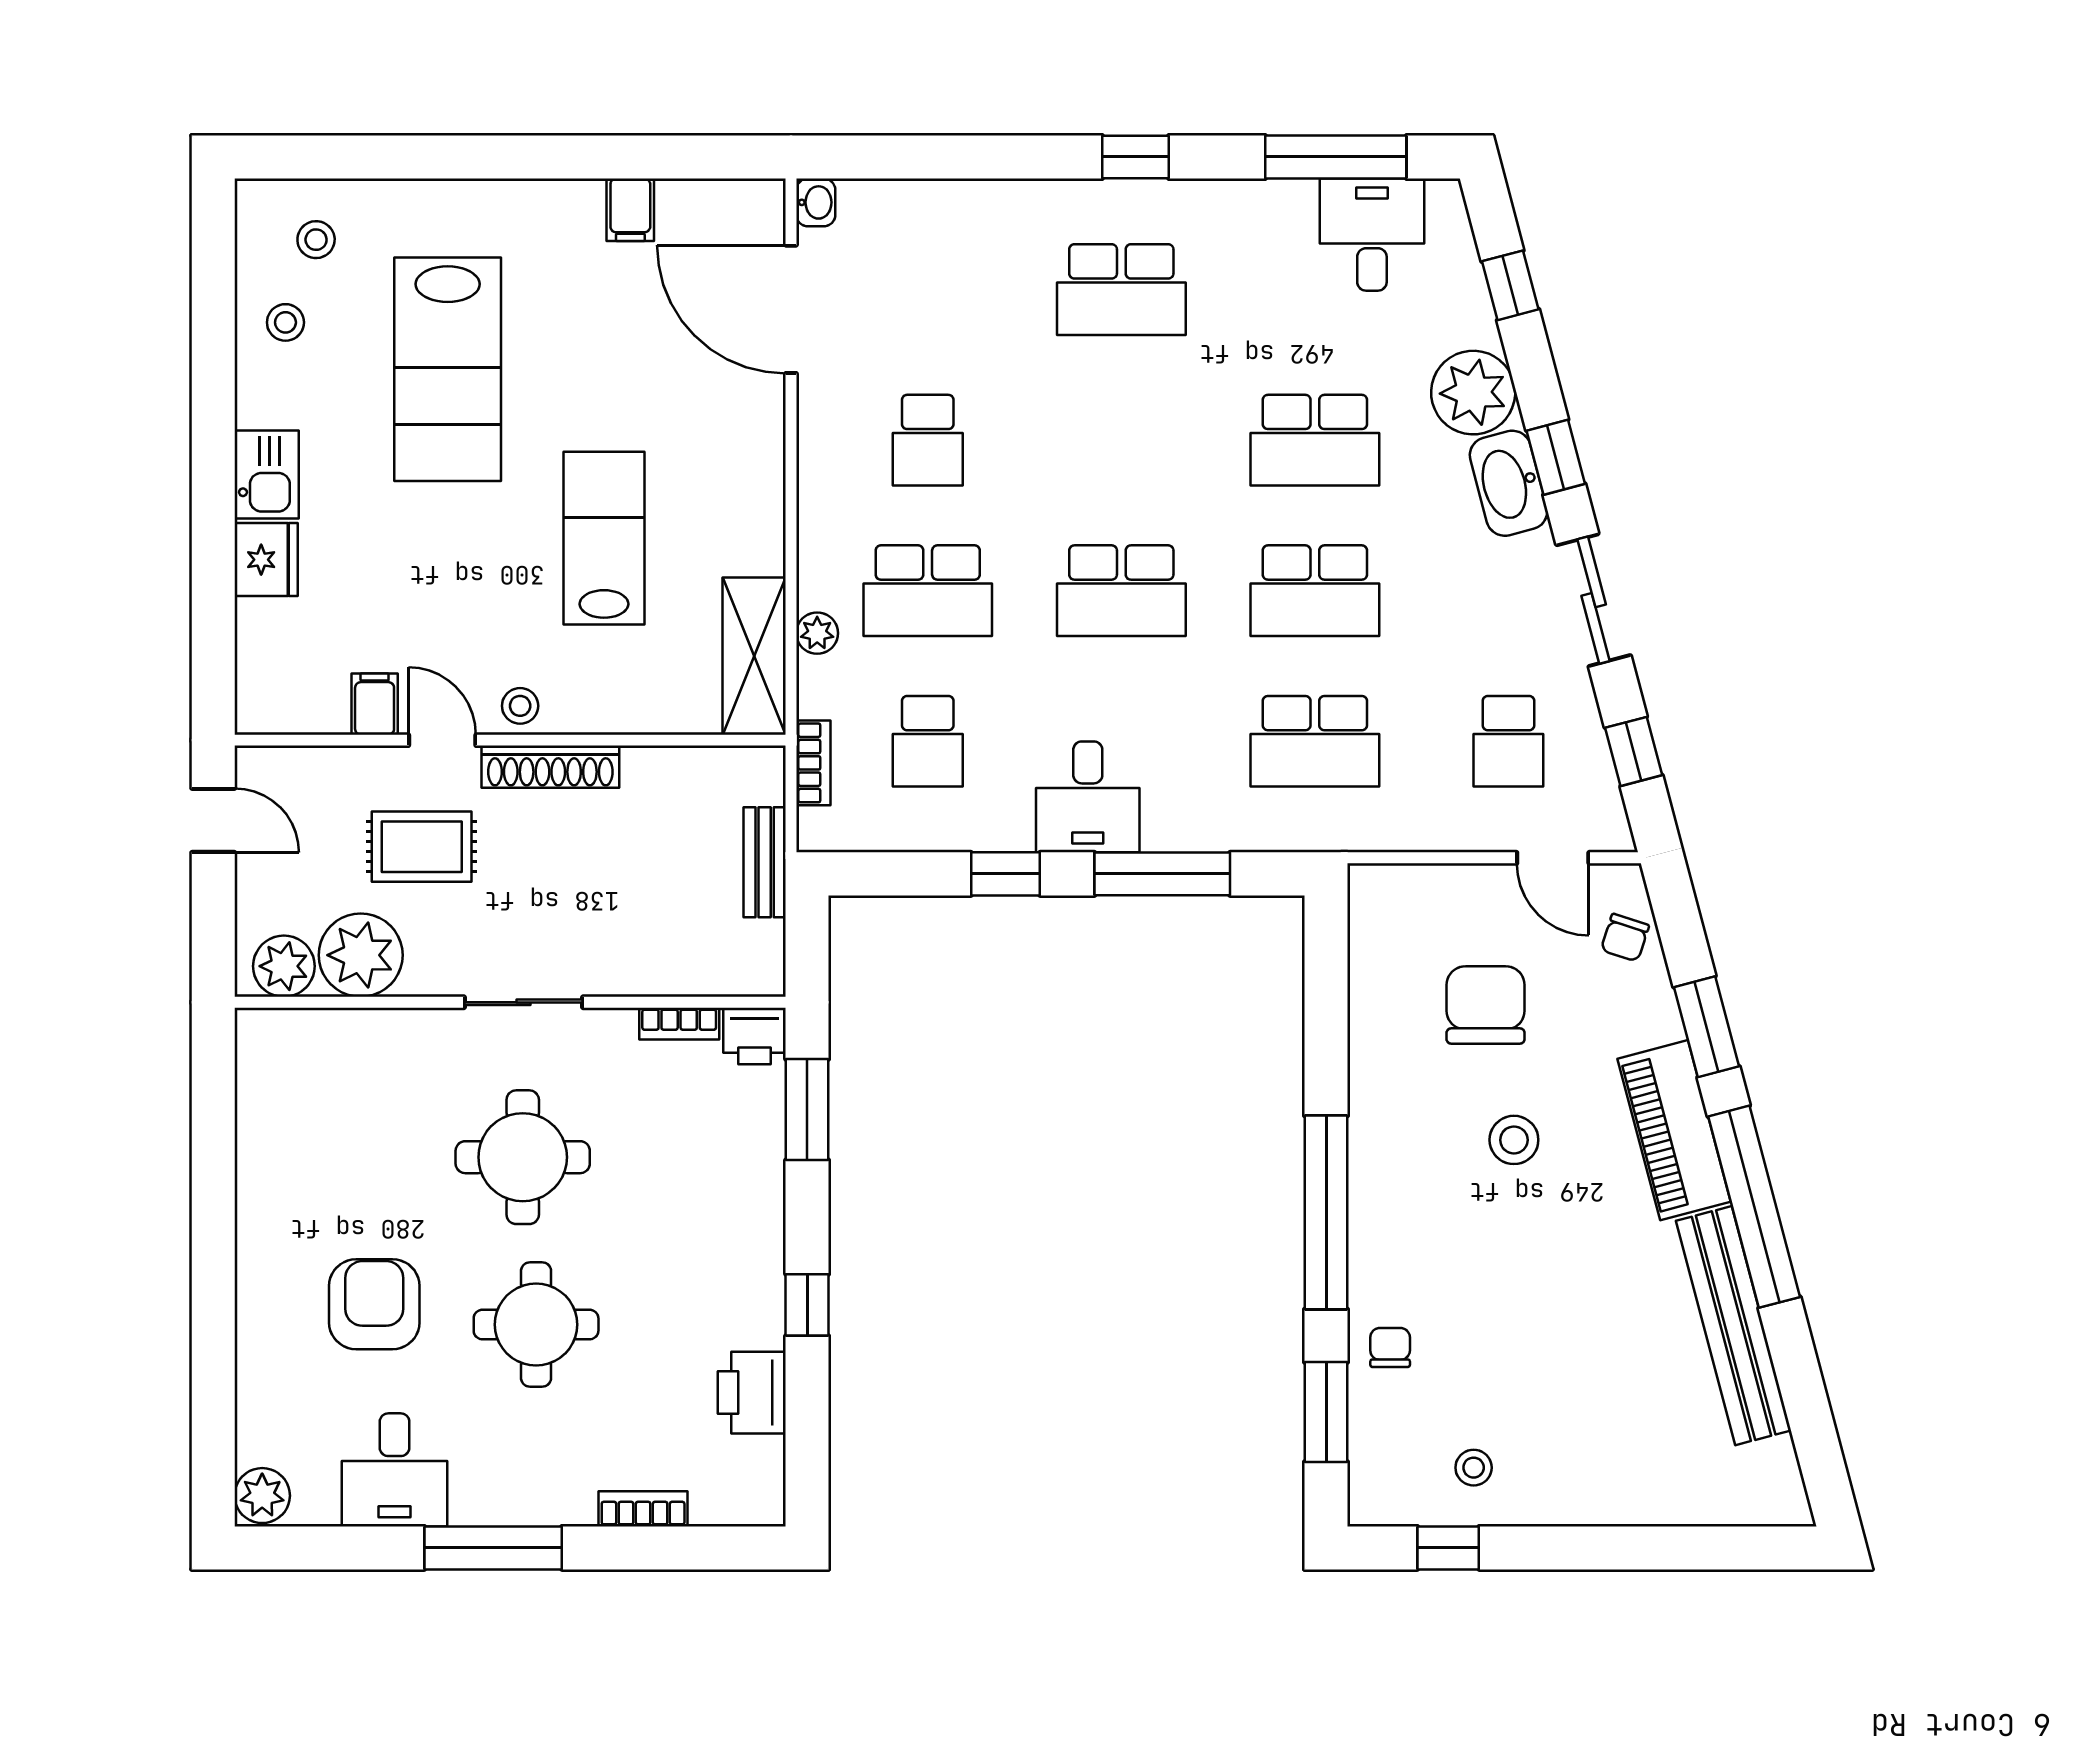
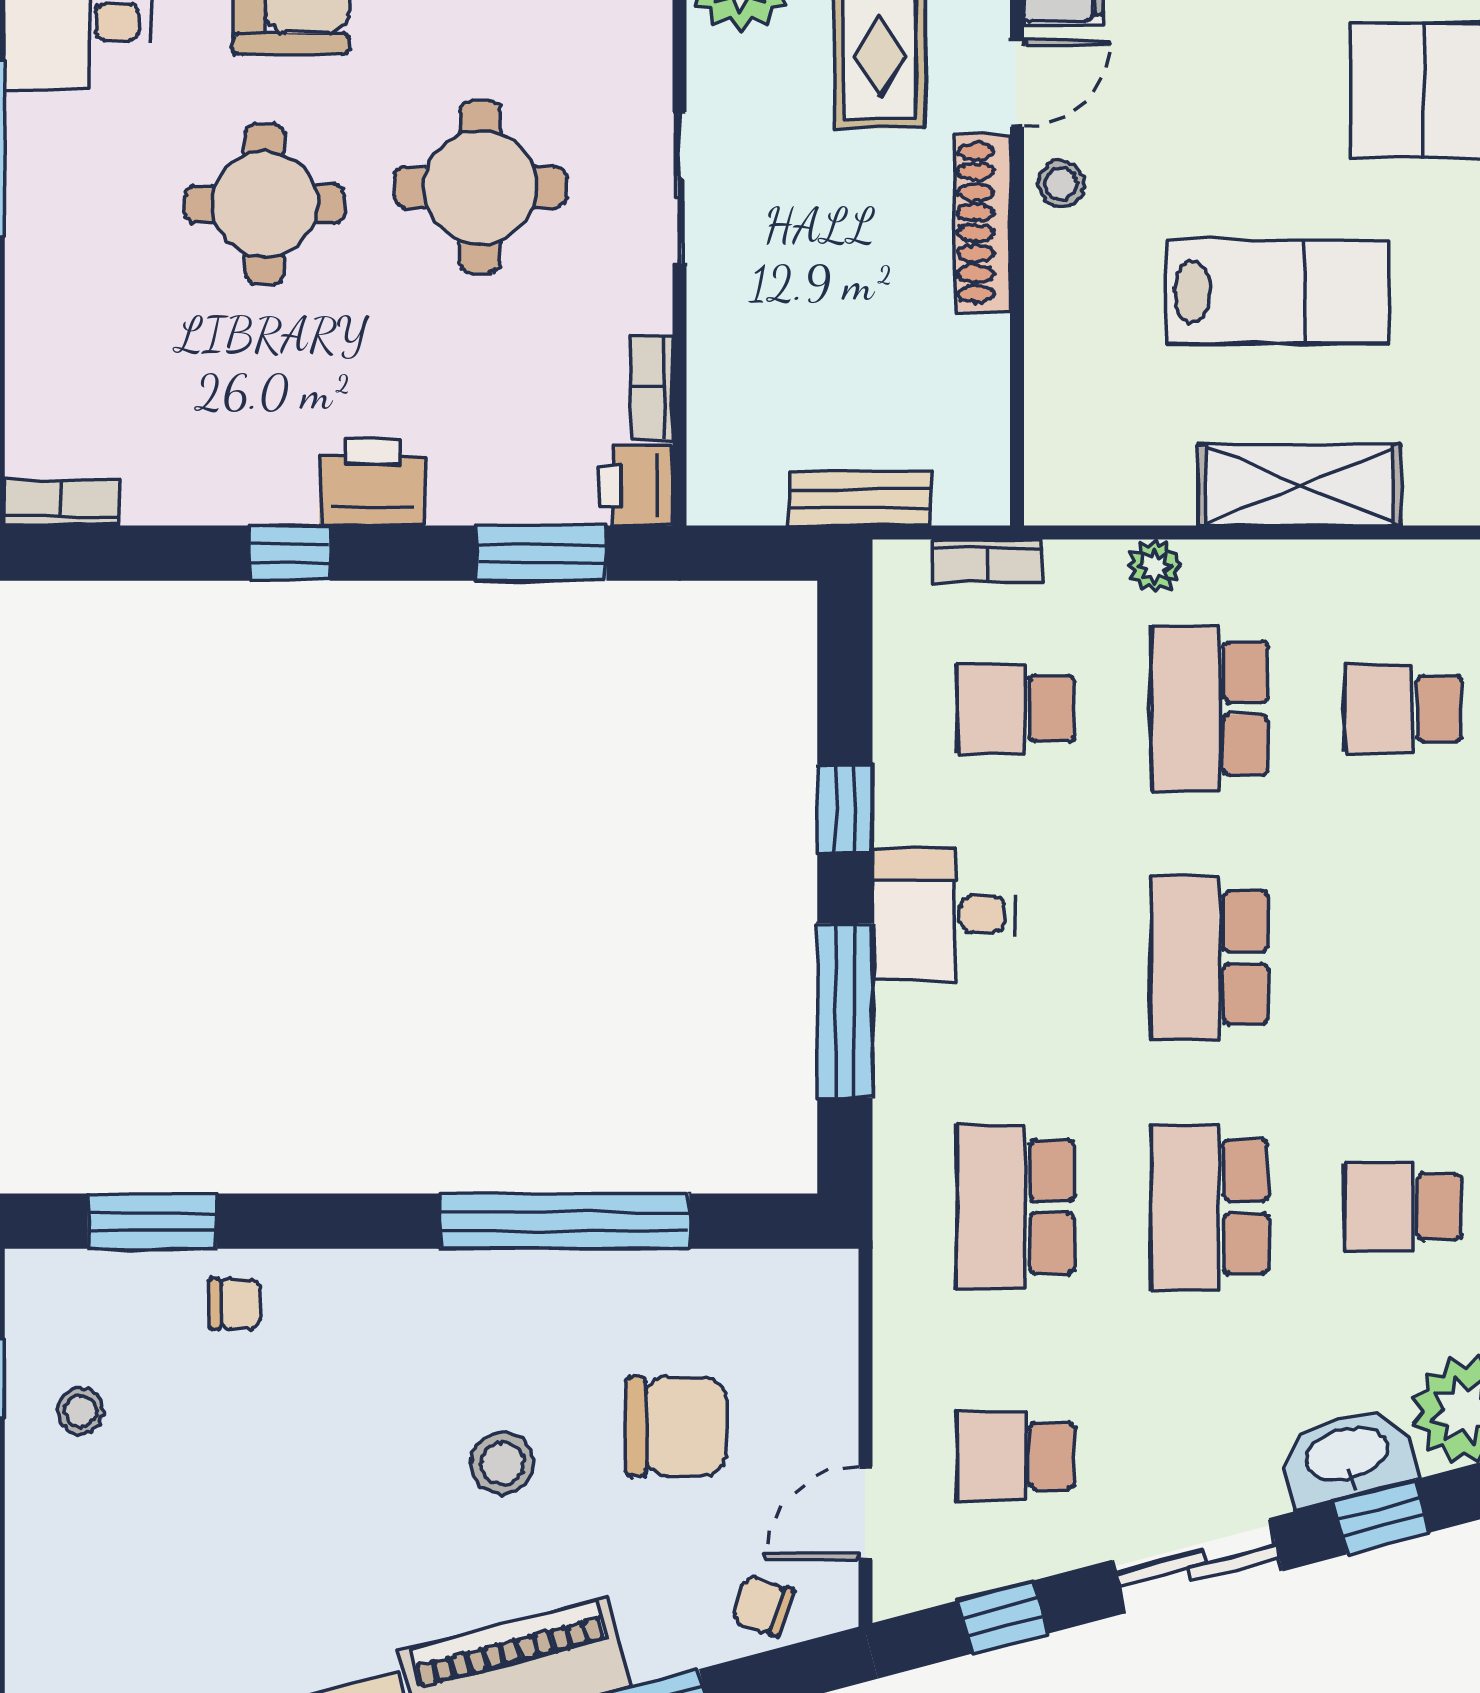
school desk: (1315, 440) -> (1403, 1207), width x0.54
shelving: (754, 656) -> (1299, 485), moved
window: (1326, 1212) -> (565, 1221), moved
printer: (752, 1393) -> (372, 482), moved
bookcase: (643, 1509) -> (62, 503), moved, turned -90

